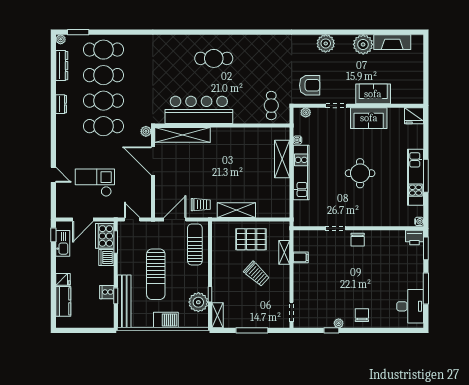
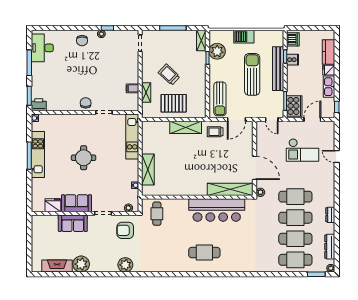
plant: (326, 43) -> (125, 265), moved
fridge: (414, 116) -> (53, 205), moved
kitchen unit: (301, 172) -> (132, 136), moved
kitchen sink: (63, 243) -> (329, 87), moved
dishwasher: (106, 258) -> (293, 39), moved
bench: (124, 301) -> (278, 69), moved

